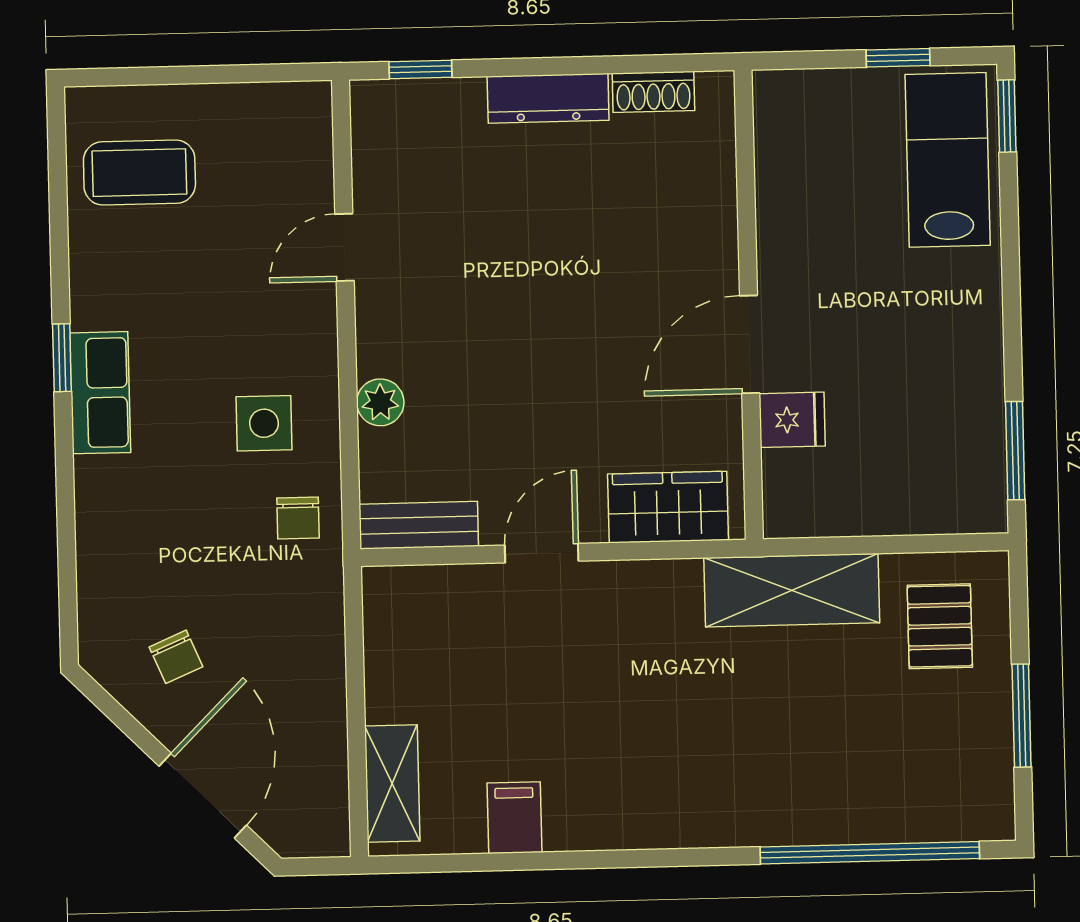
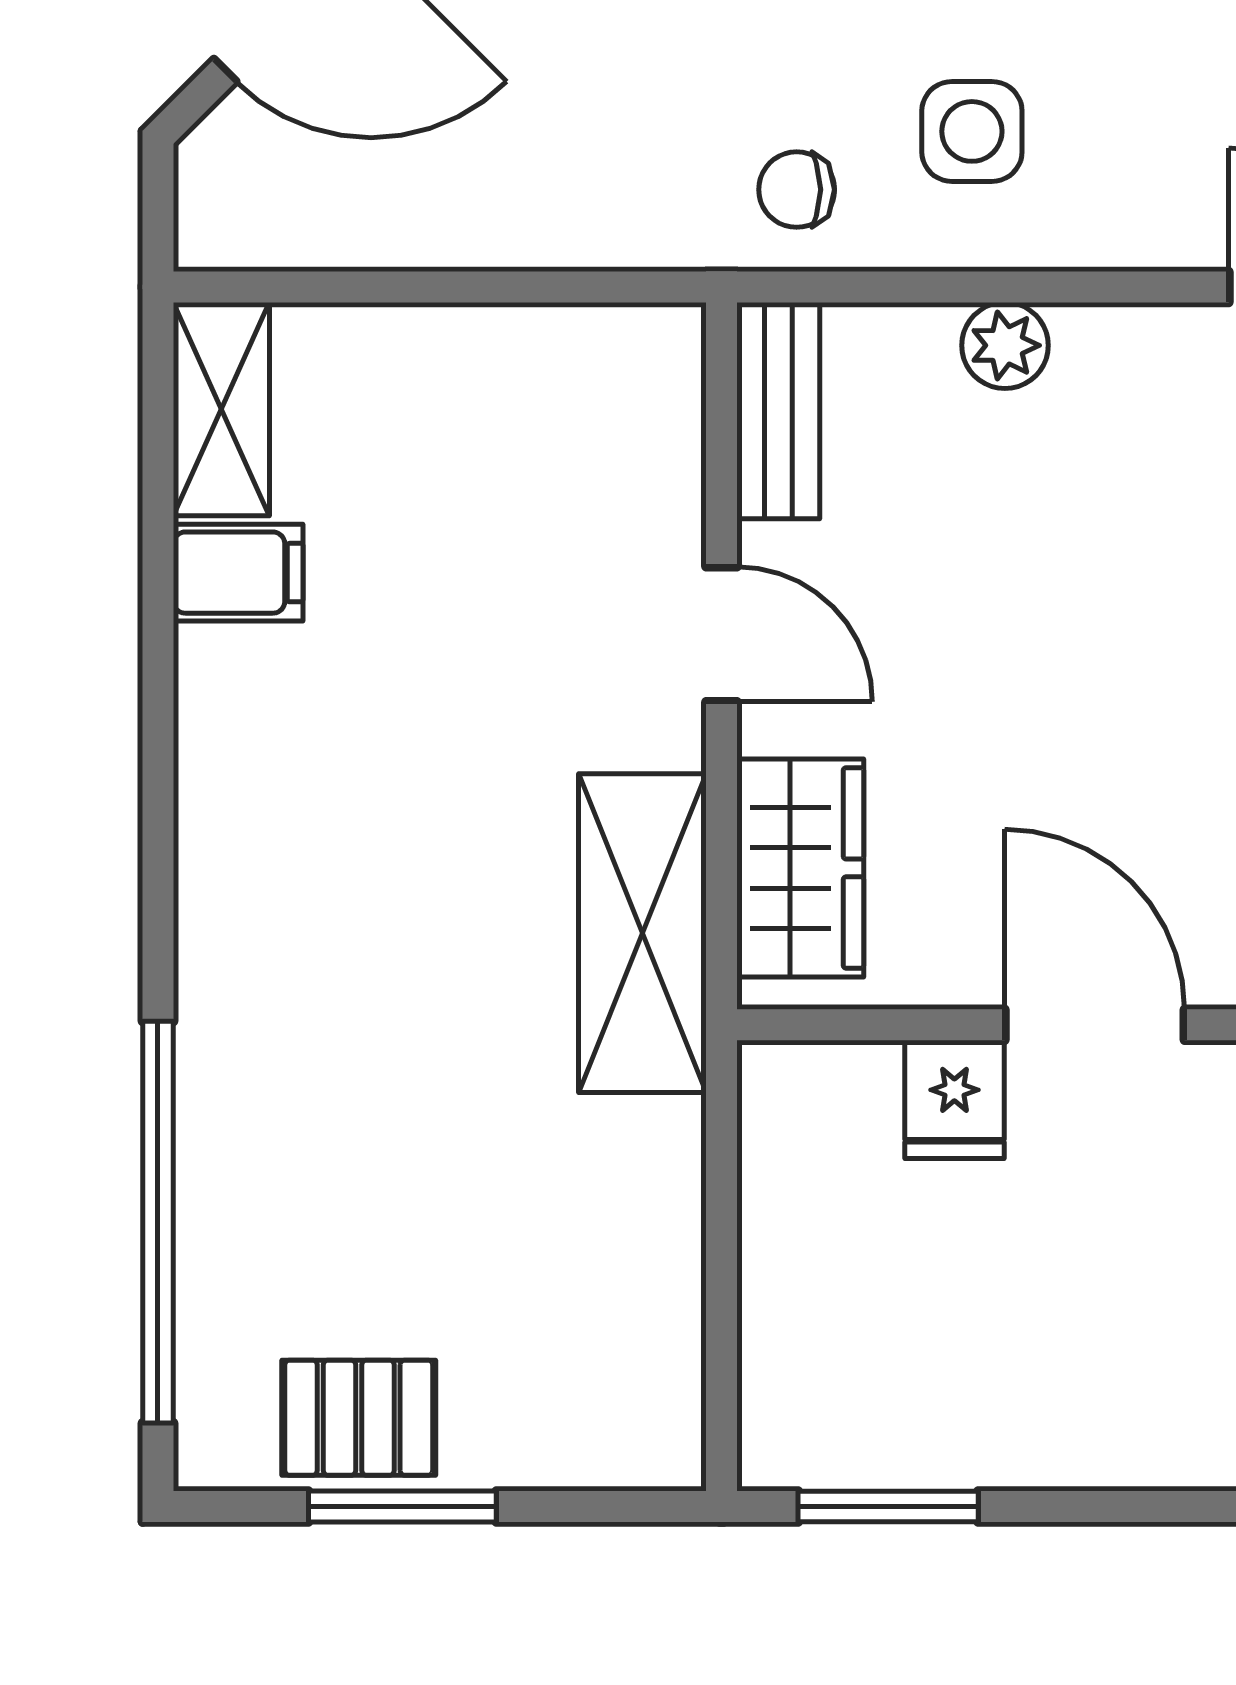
shelving: (792, 590) -> (642, 933), moved
pallet: (940, 626) -> (359, 1418), moved
shelving: (392, 783) -> (221, 409), moved, turned 90

